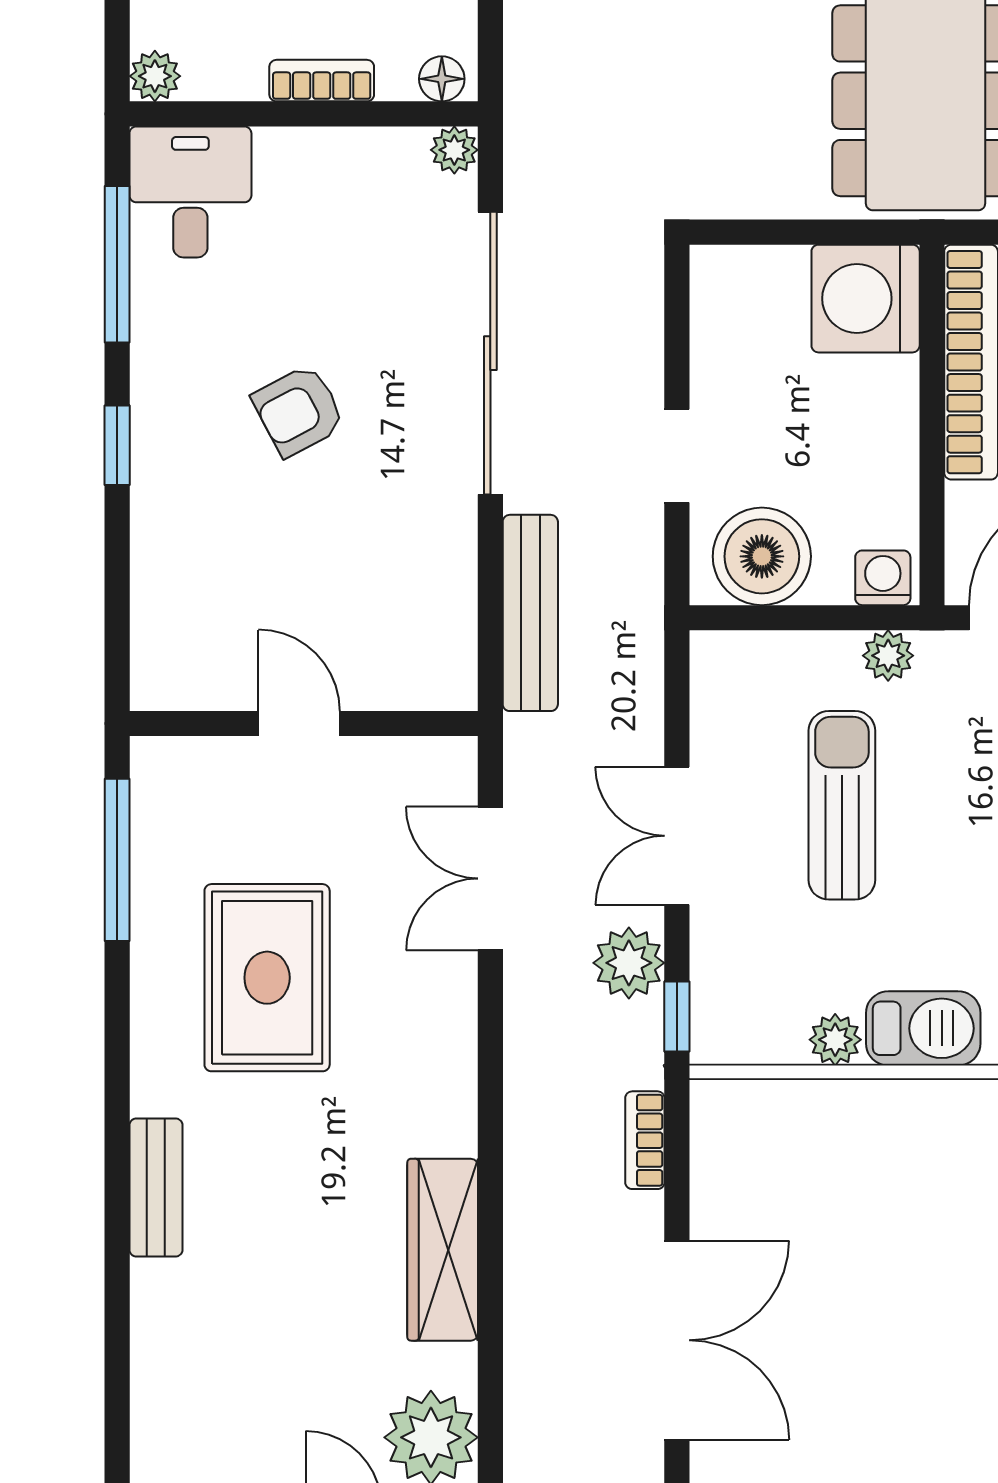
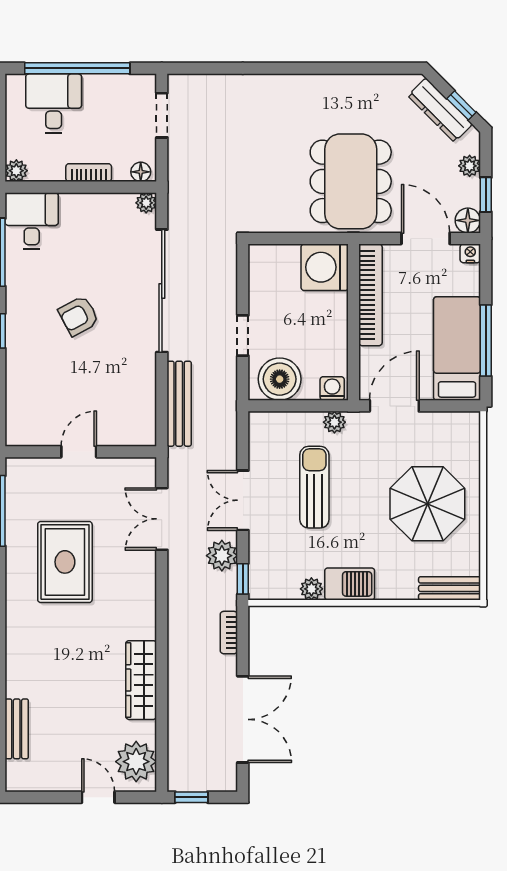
door: (299, 723) -> (79, 452), hinge flipped
bench: (156, 1188) -> (17, 729), moved

